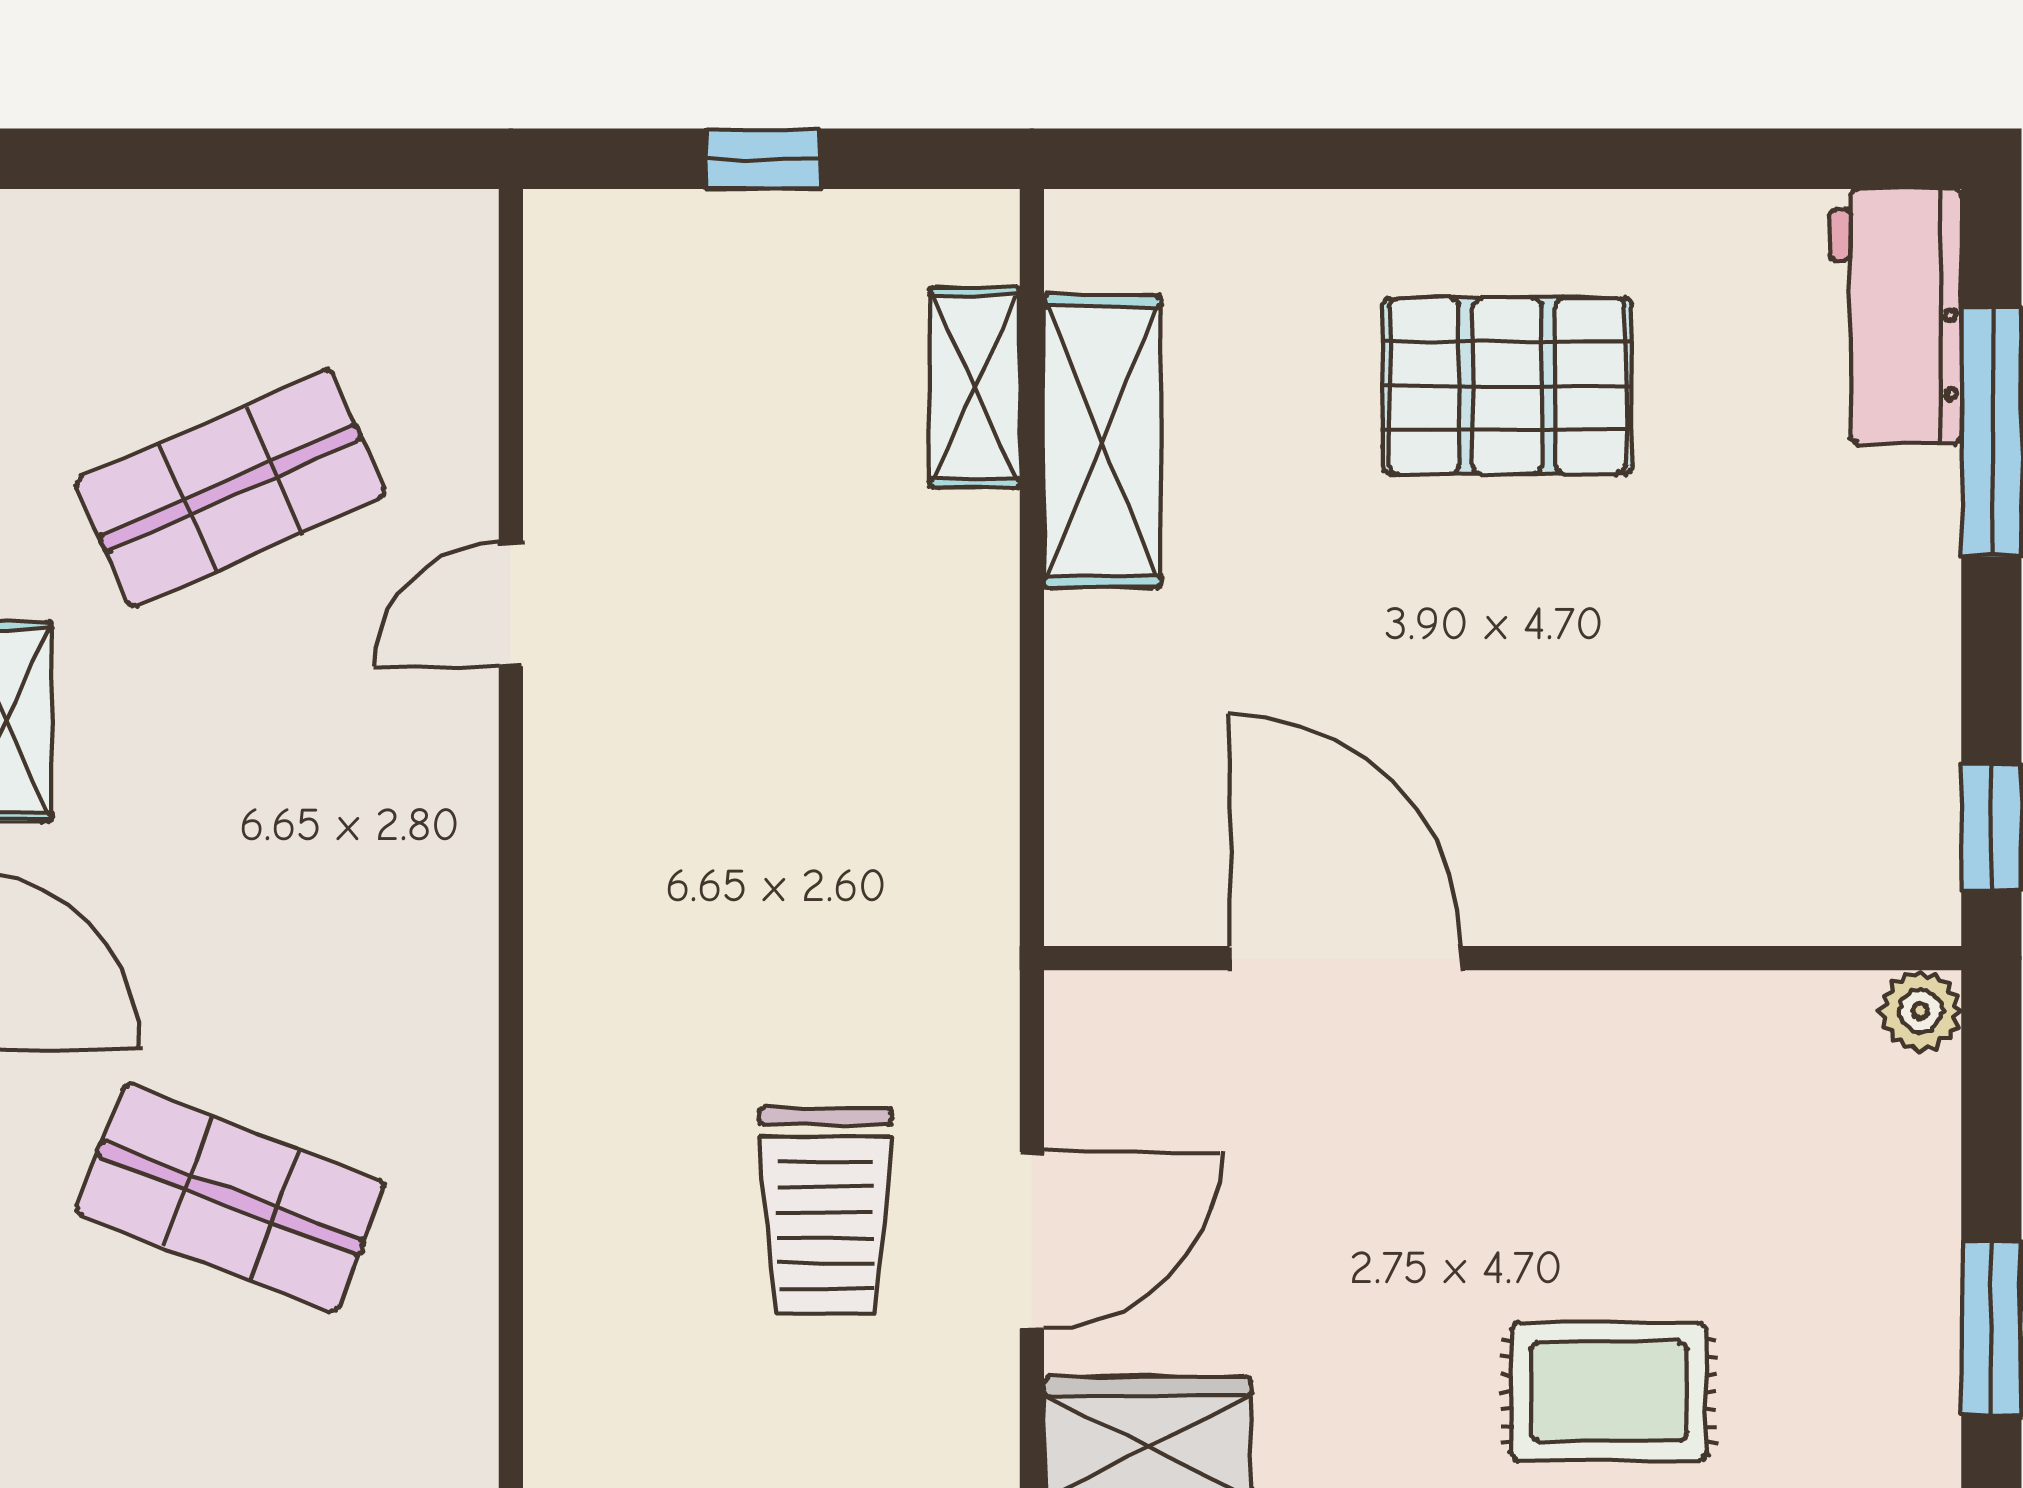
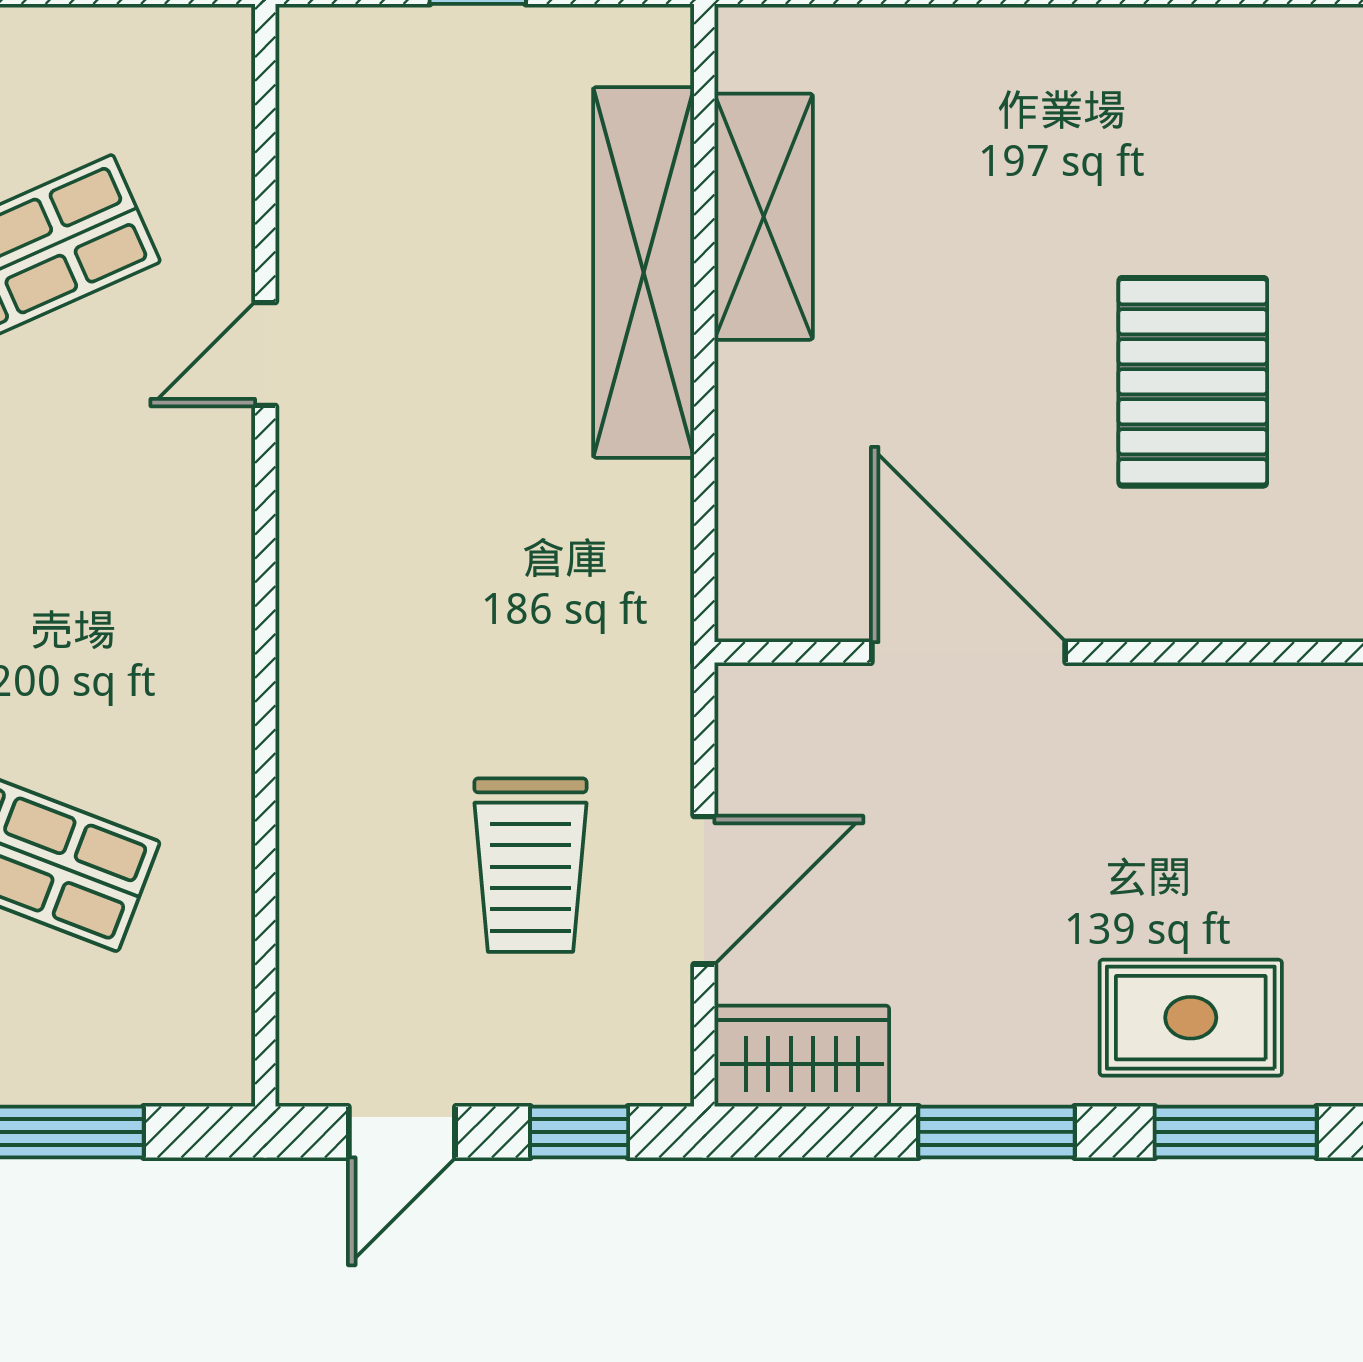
pallet: (1507, 386) -> (1193, 382), moved, turned 90
shelving: (975, 387) -> (644, 272), width x2.20, depth x1.33

